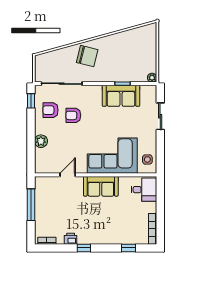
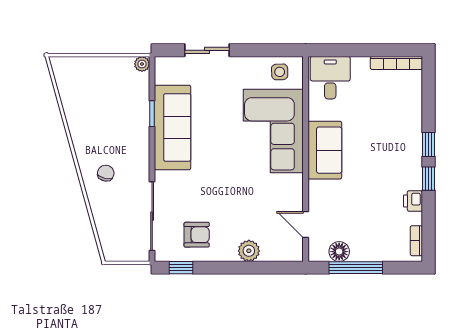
chair: (87, 56) -> (106, 173), width x0.54, depth x0.54
sofa: (121, 96) -> (173, 127), width x1.36
armchair: (51, 110) -> (197, 235), turned -90
armchair: (73, 115) -> (206, 196), removed
door: (68, 175) -> (306, 225), moved
floor lamp: (41, 195) -> (339, 252), added
window: (129, 248) -> (428, 145), moved

